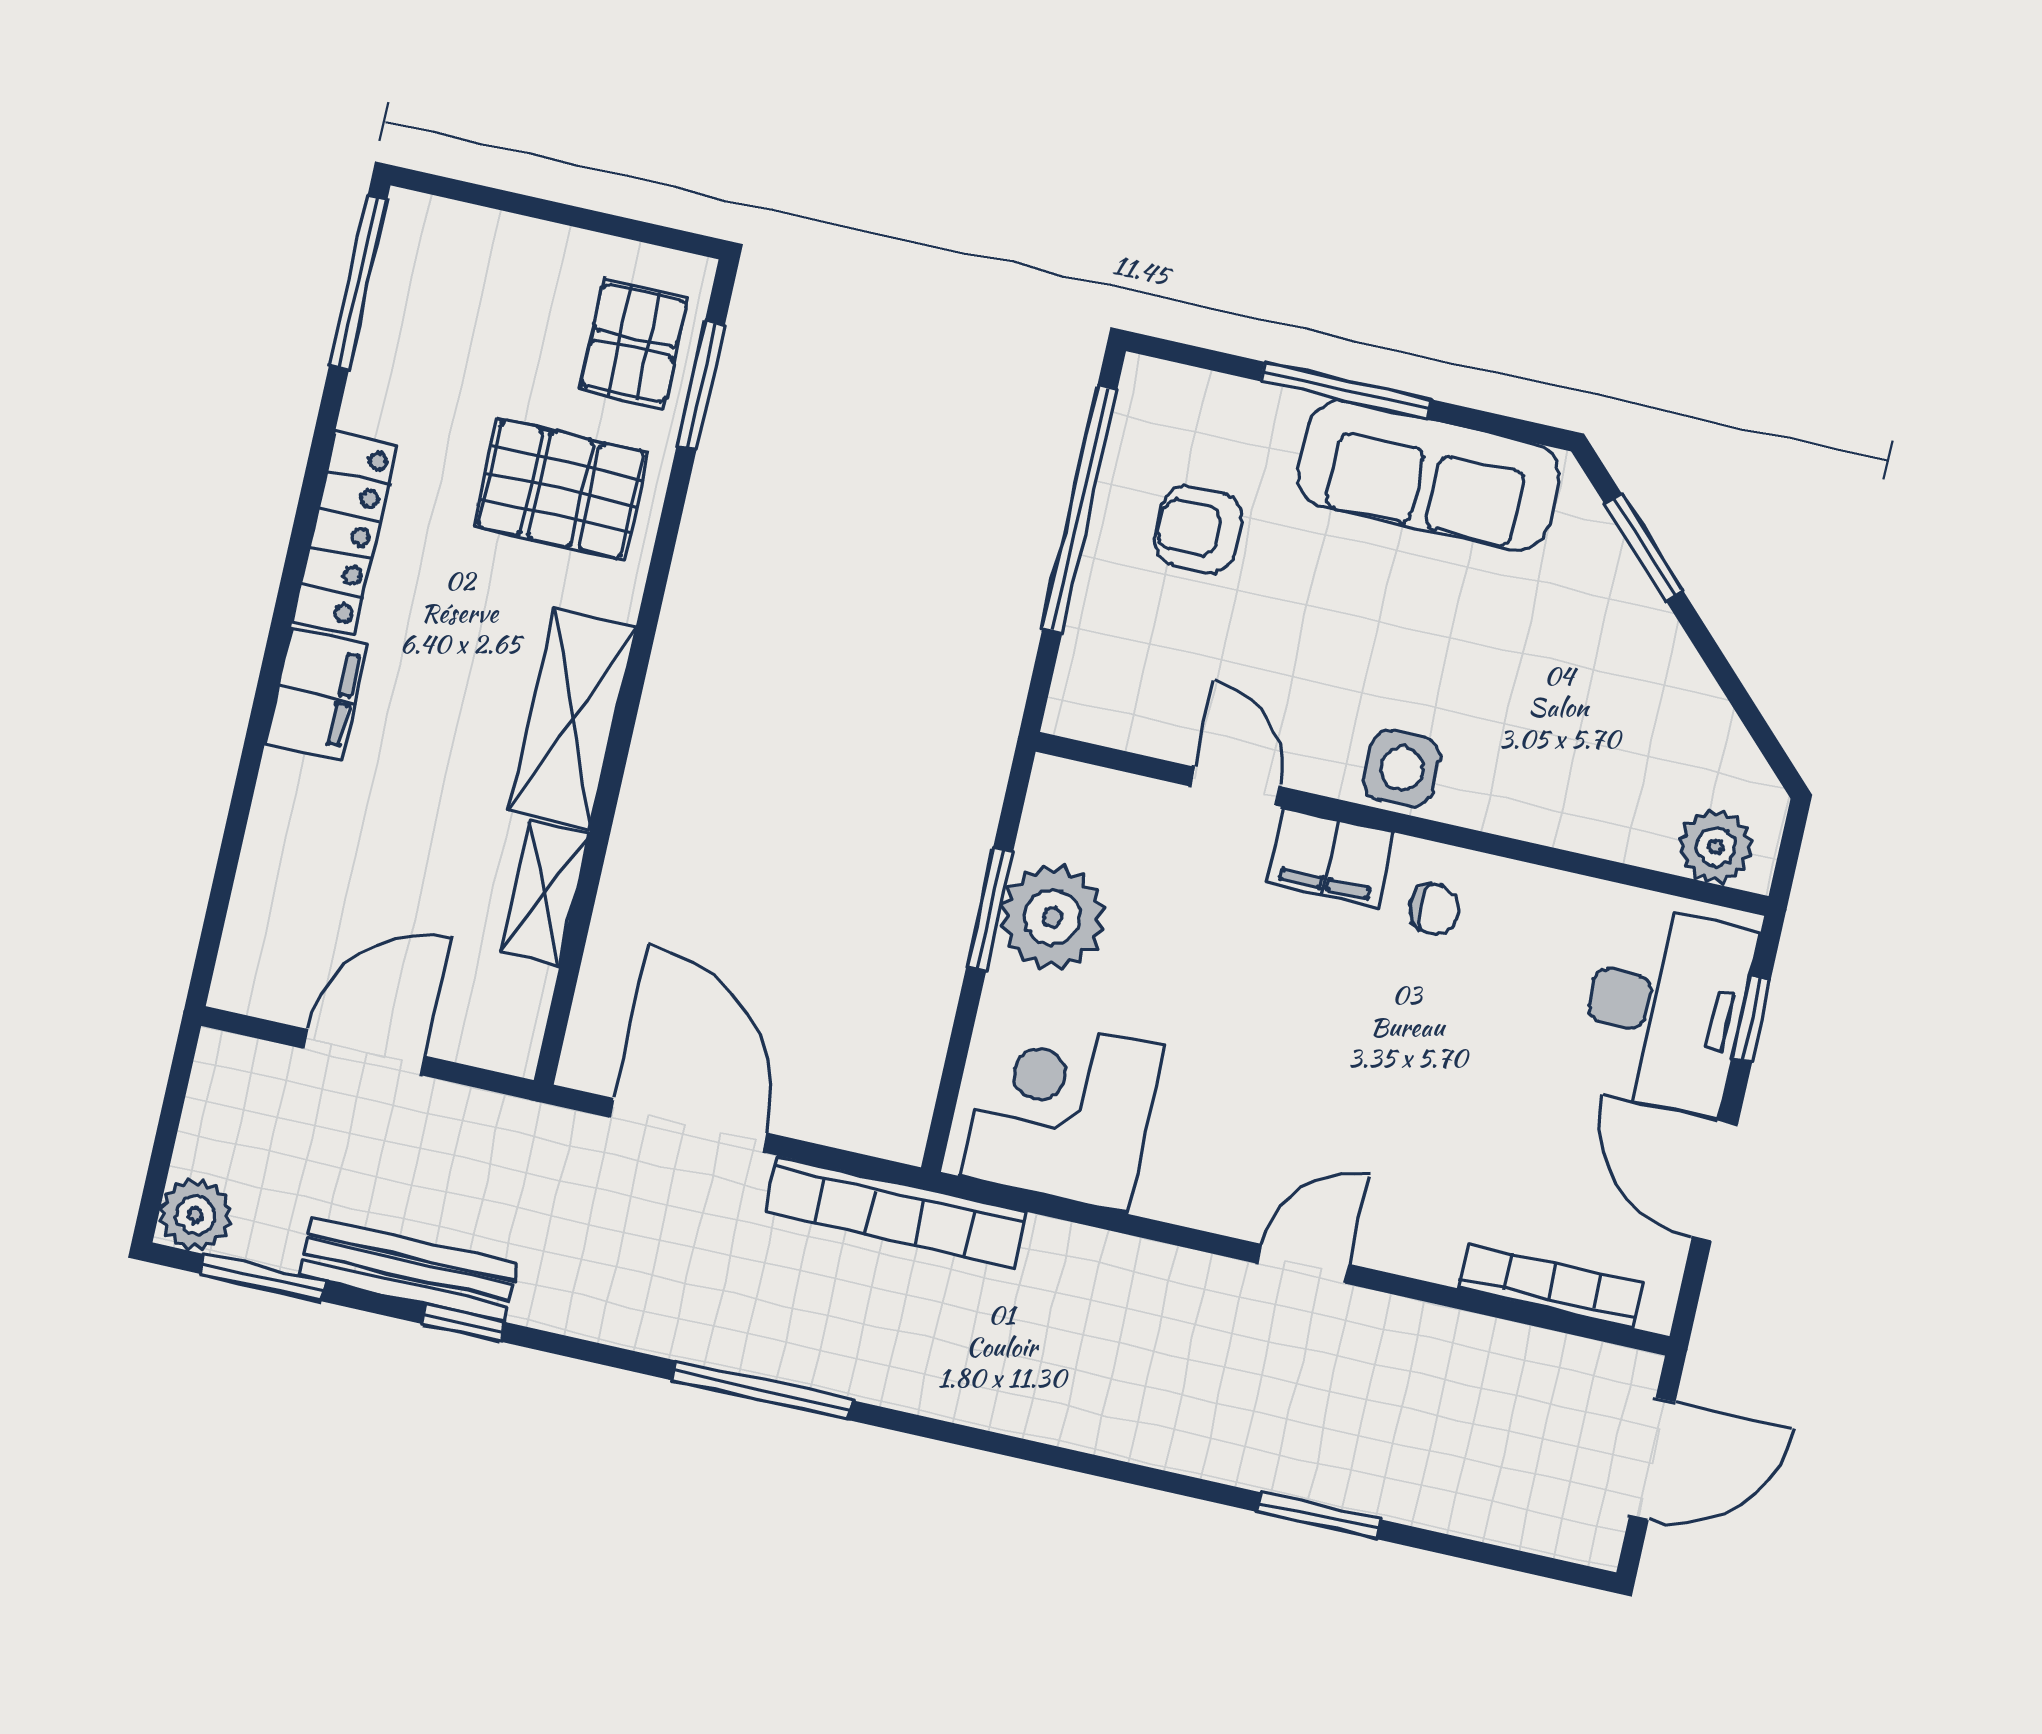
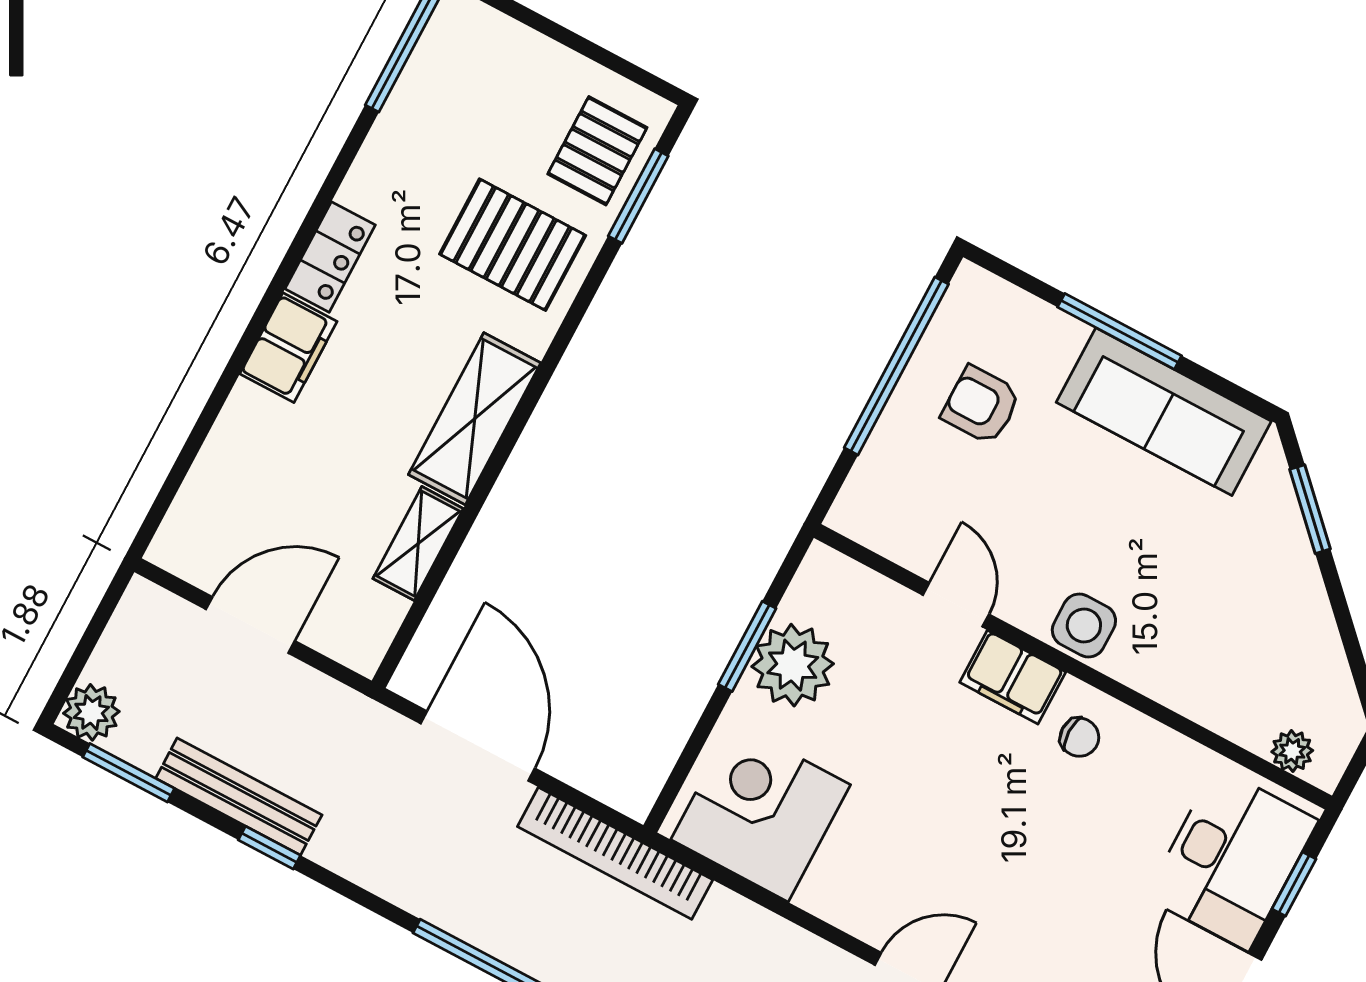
locker: (345, 534) -> (330, 257), width x0.66
plant: (1716, 847) -> (1292, 751), width x0.73, depth x0.73

